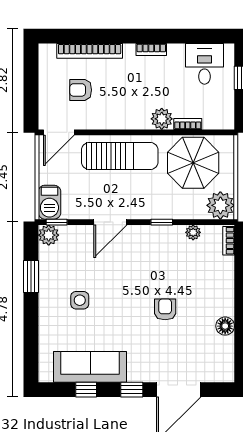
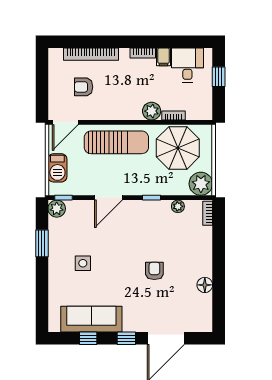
filing cabinet: (176, 54) -> (164, 57), added
barbecue: (49, 202) -> (57, 168), moved

